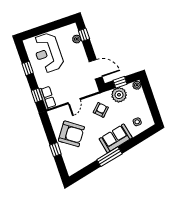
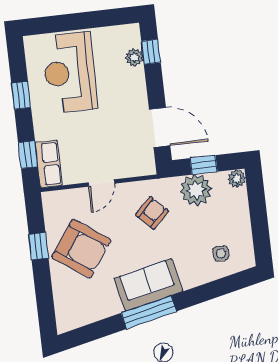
sofa: (116, 138) -> (148, 285), moved
window: (55, 150) -> (39, 246), moved

